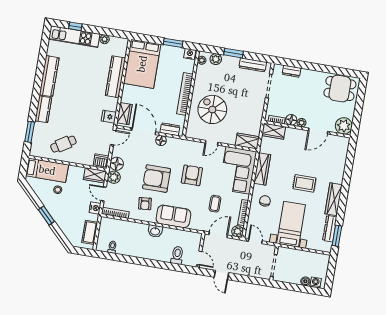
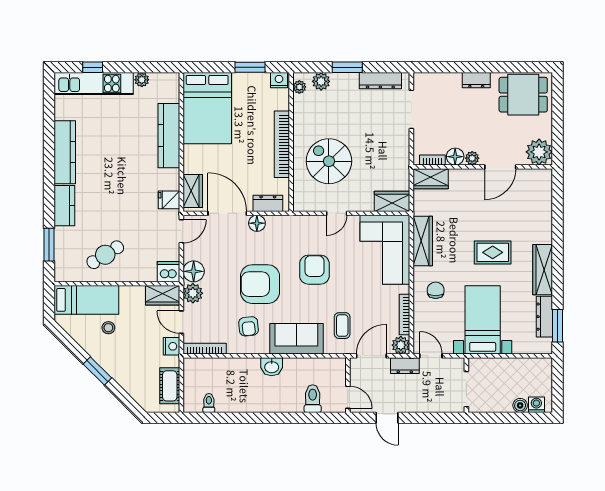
dresser: (292, 71) -> (476, 80), moved
coffee table: (215, 204) -> (342, 326), moved
dresser: (238, 244) -> (405, 366), added

